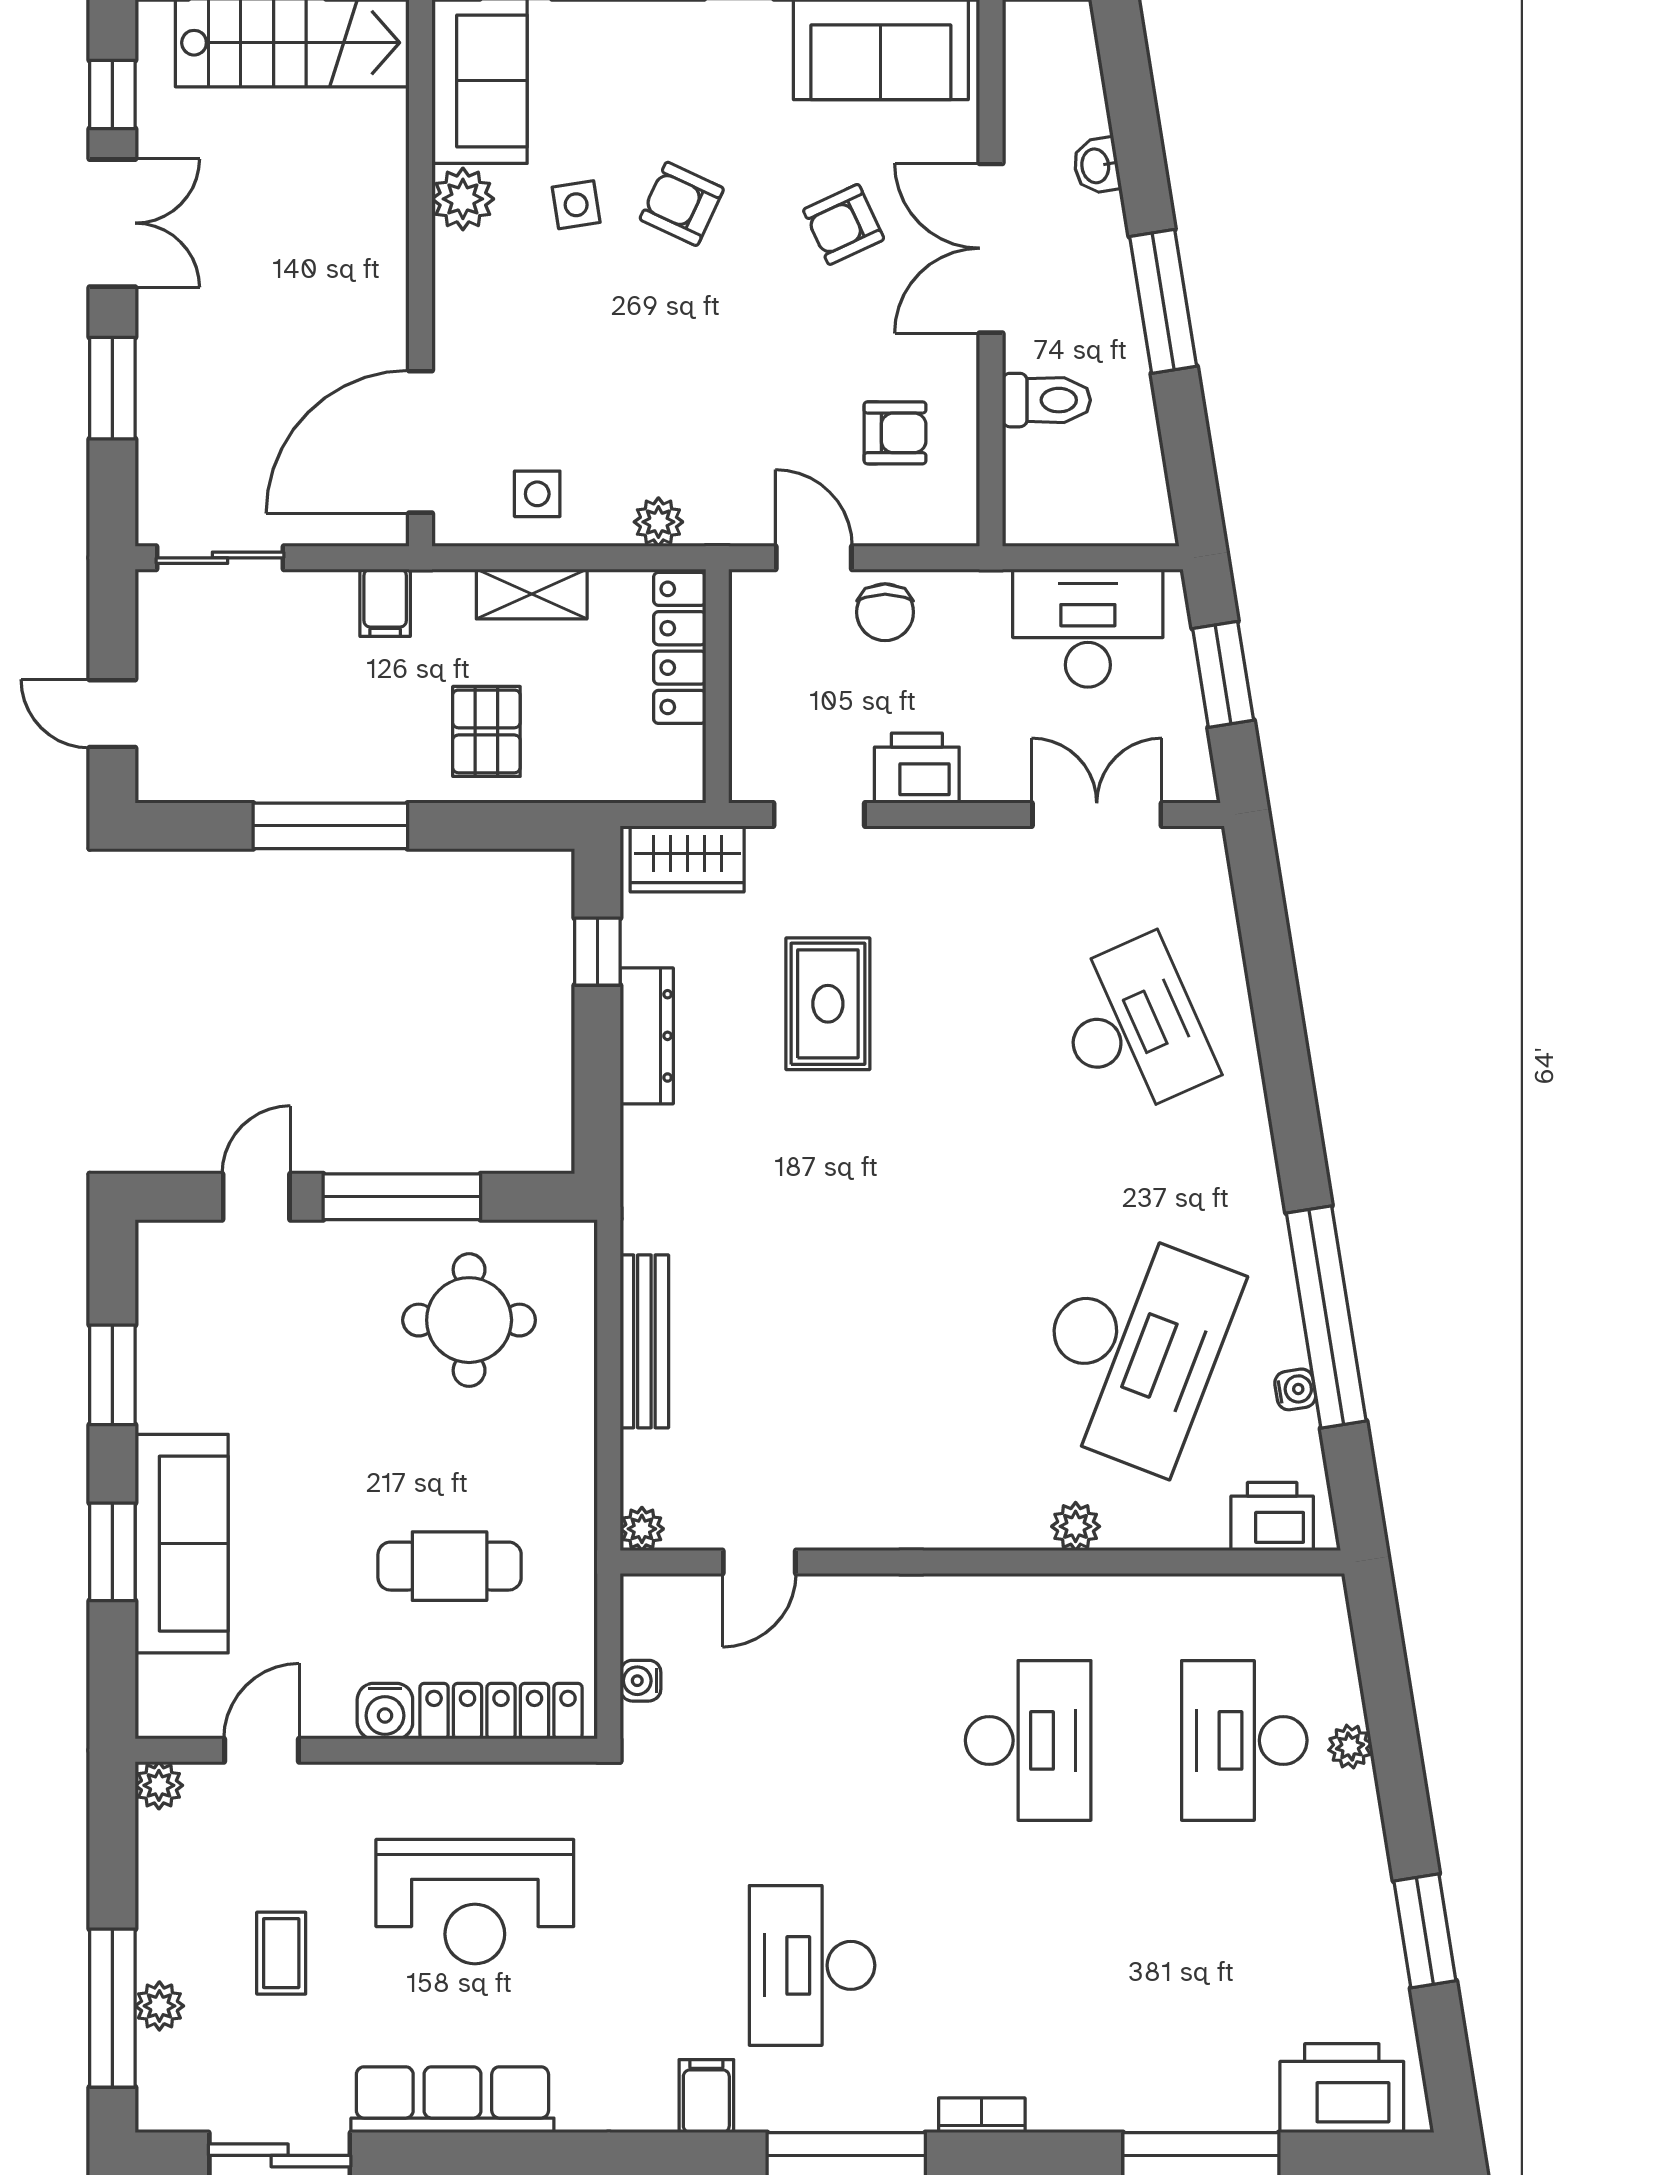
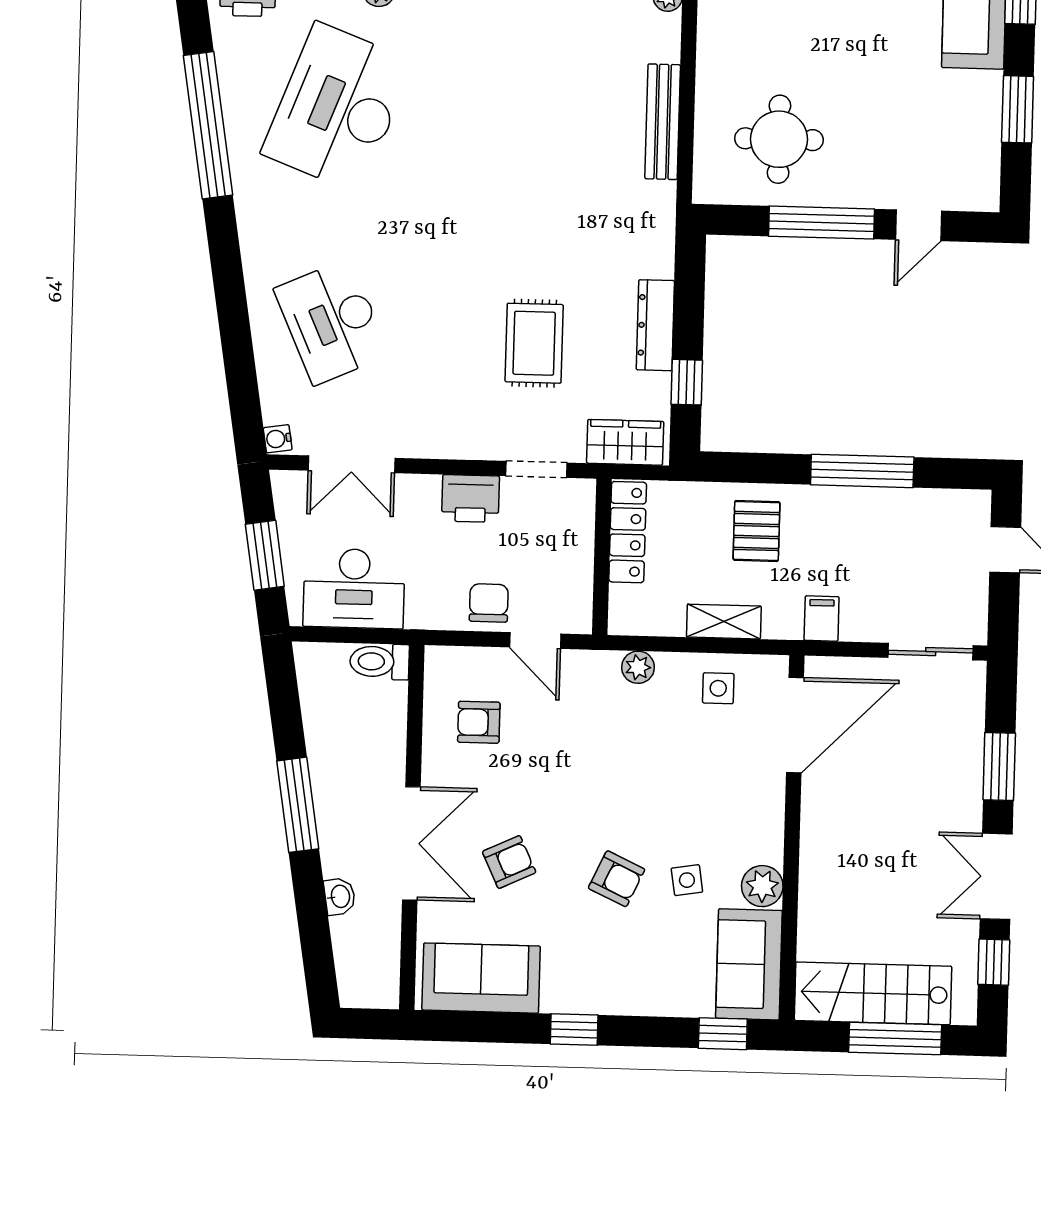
toilet: (1046, 400) -> (380, 662), moved
locker: (680, 648) -> (628, 532), moved
water cooler: (1295, 1389) -> (278, 439), moved

